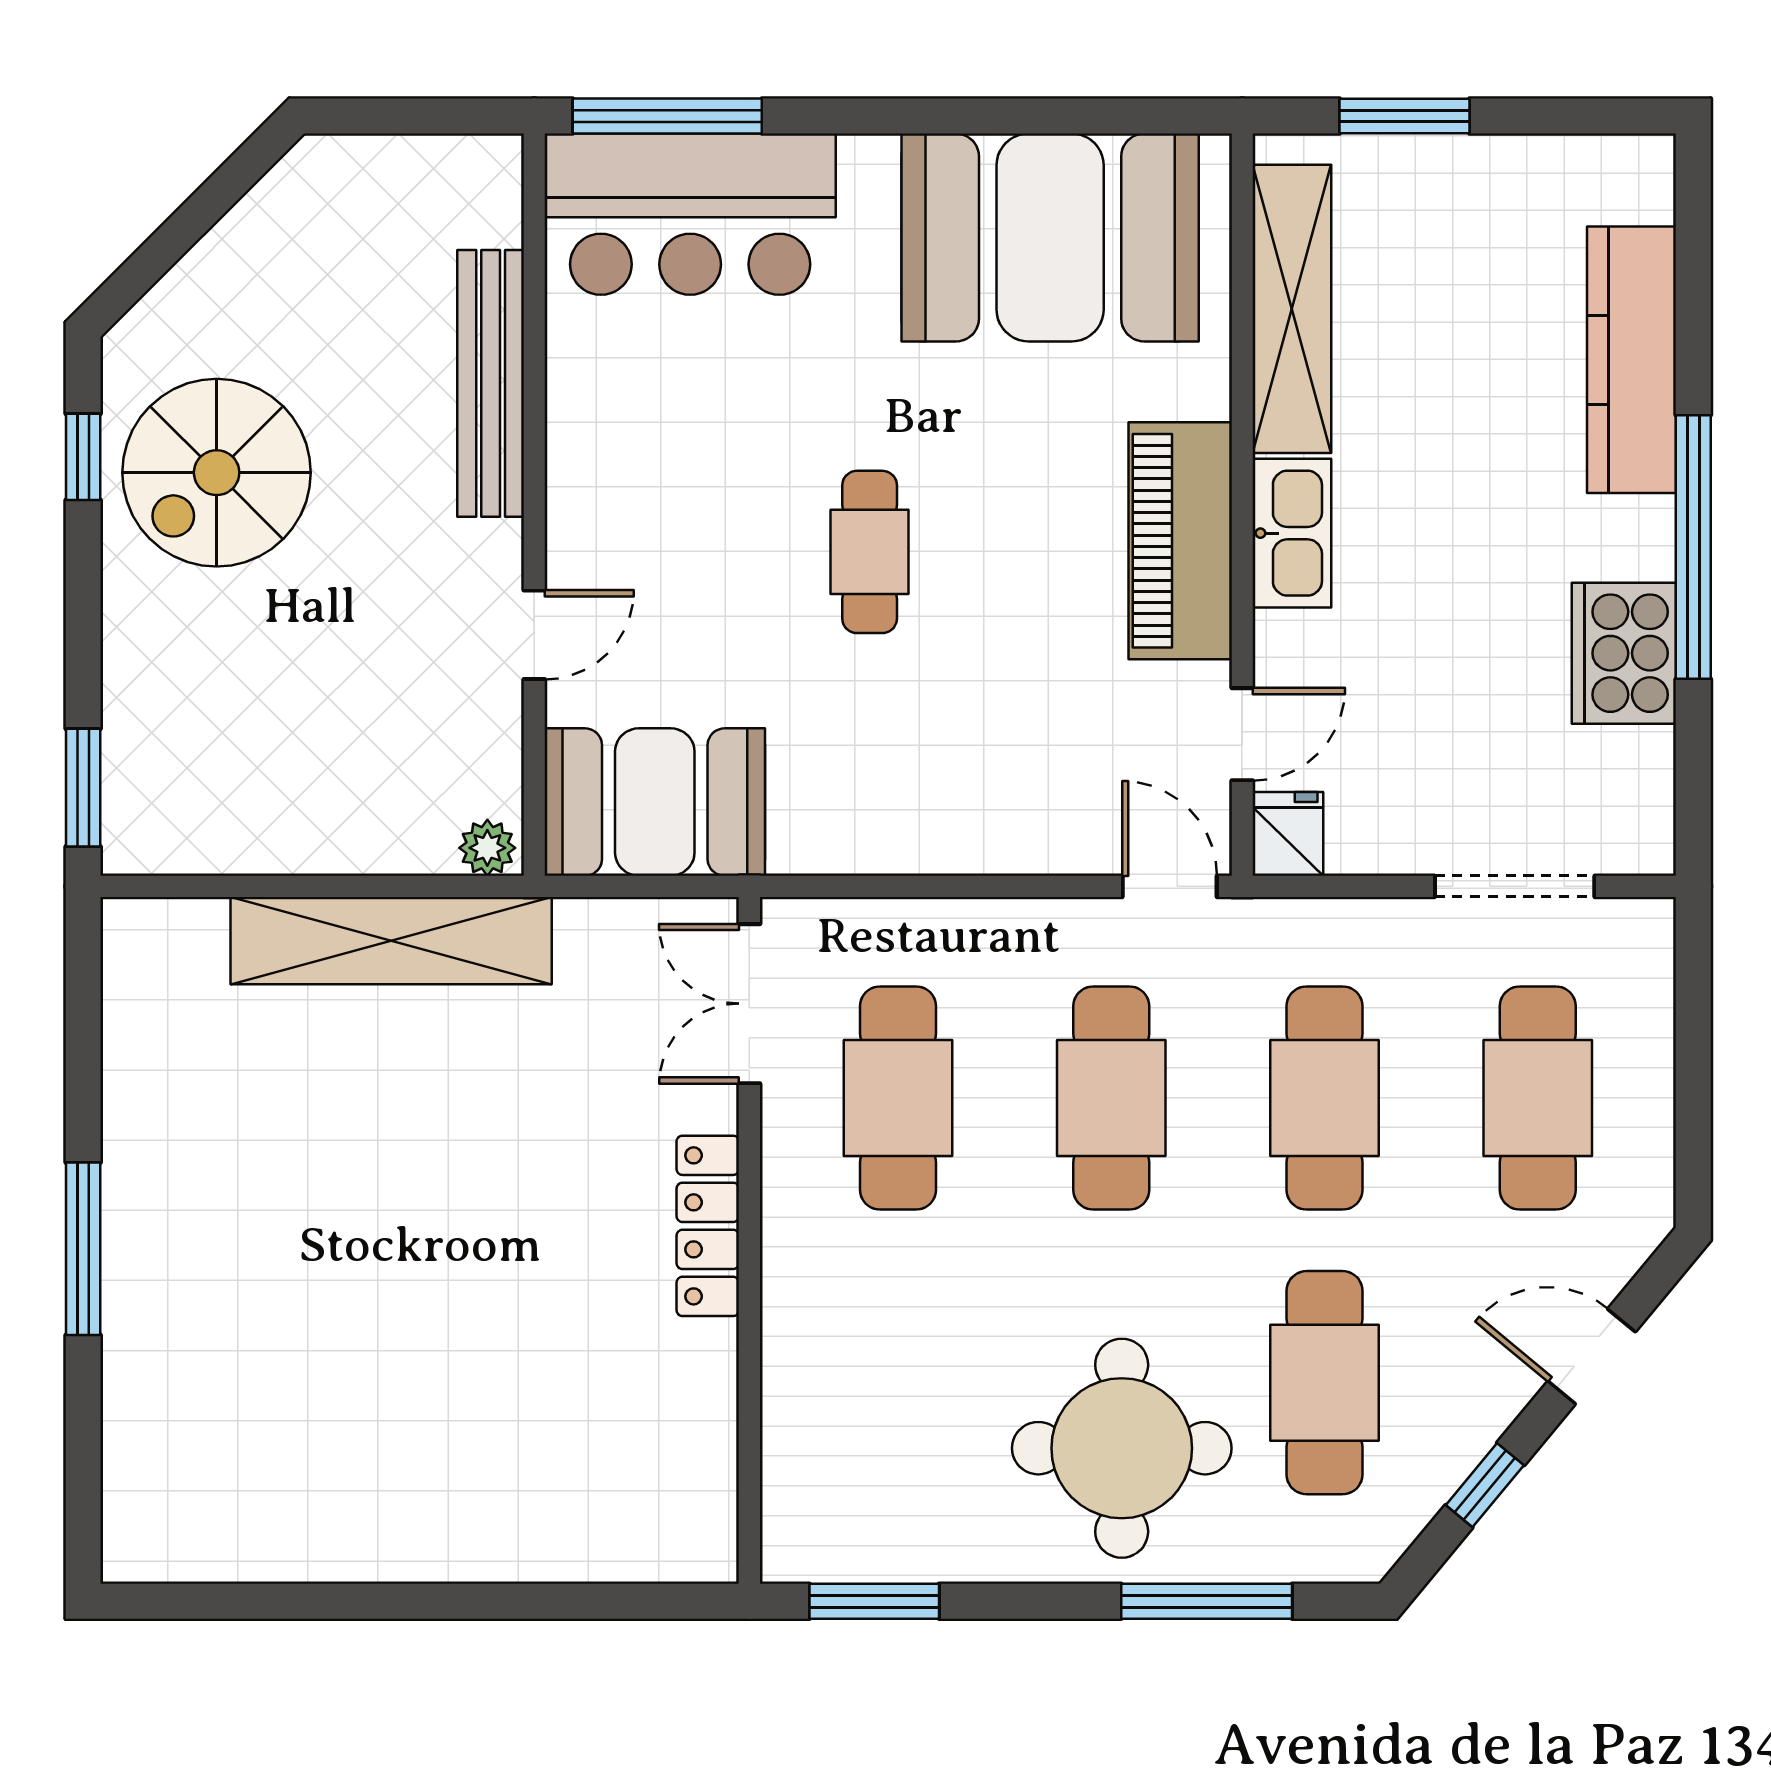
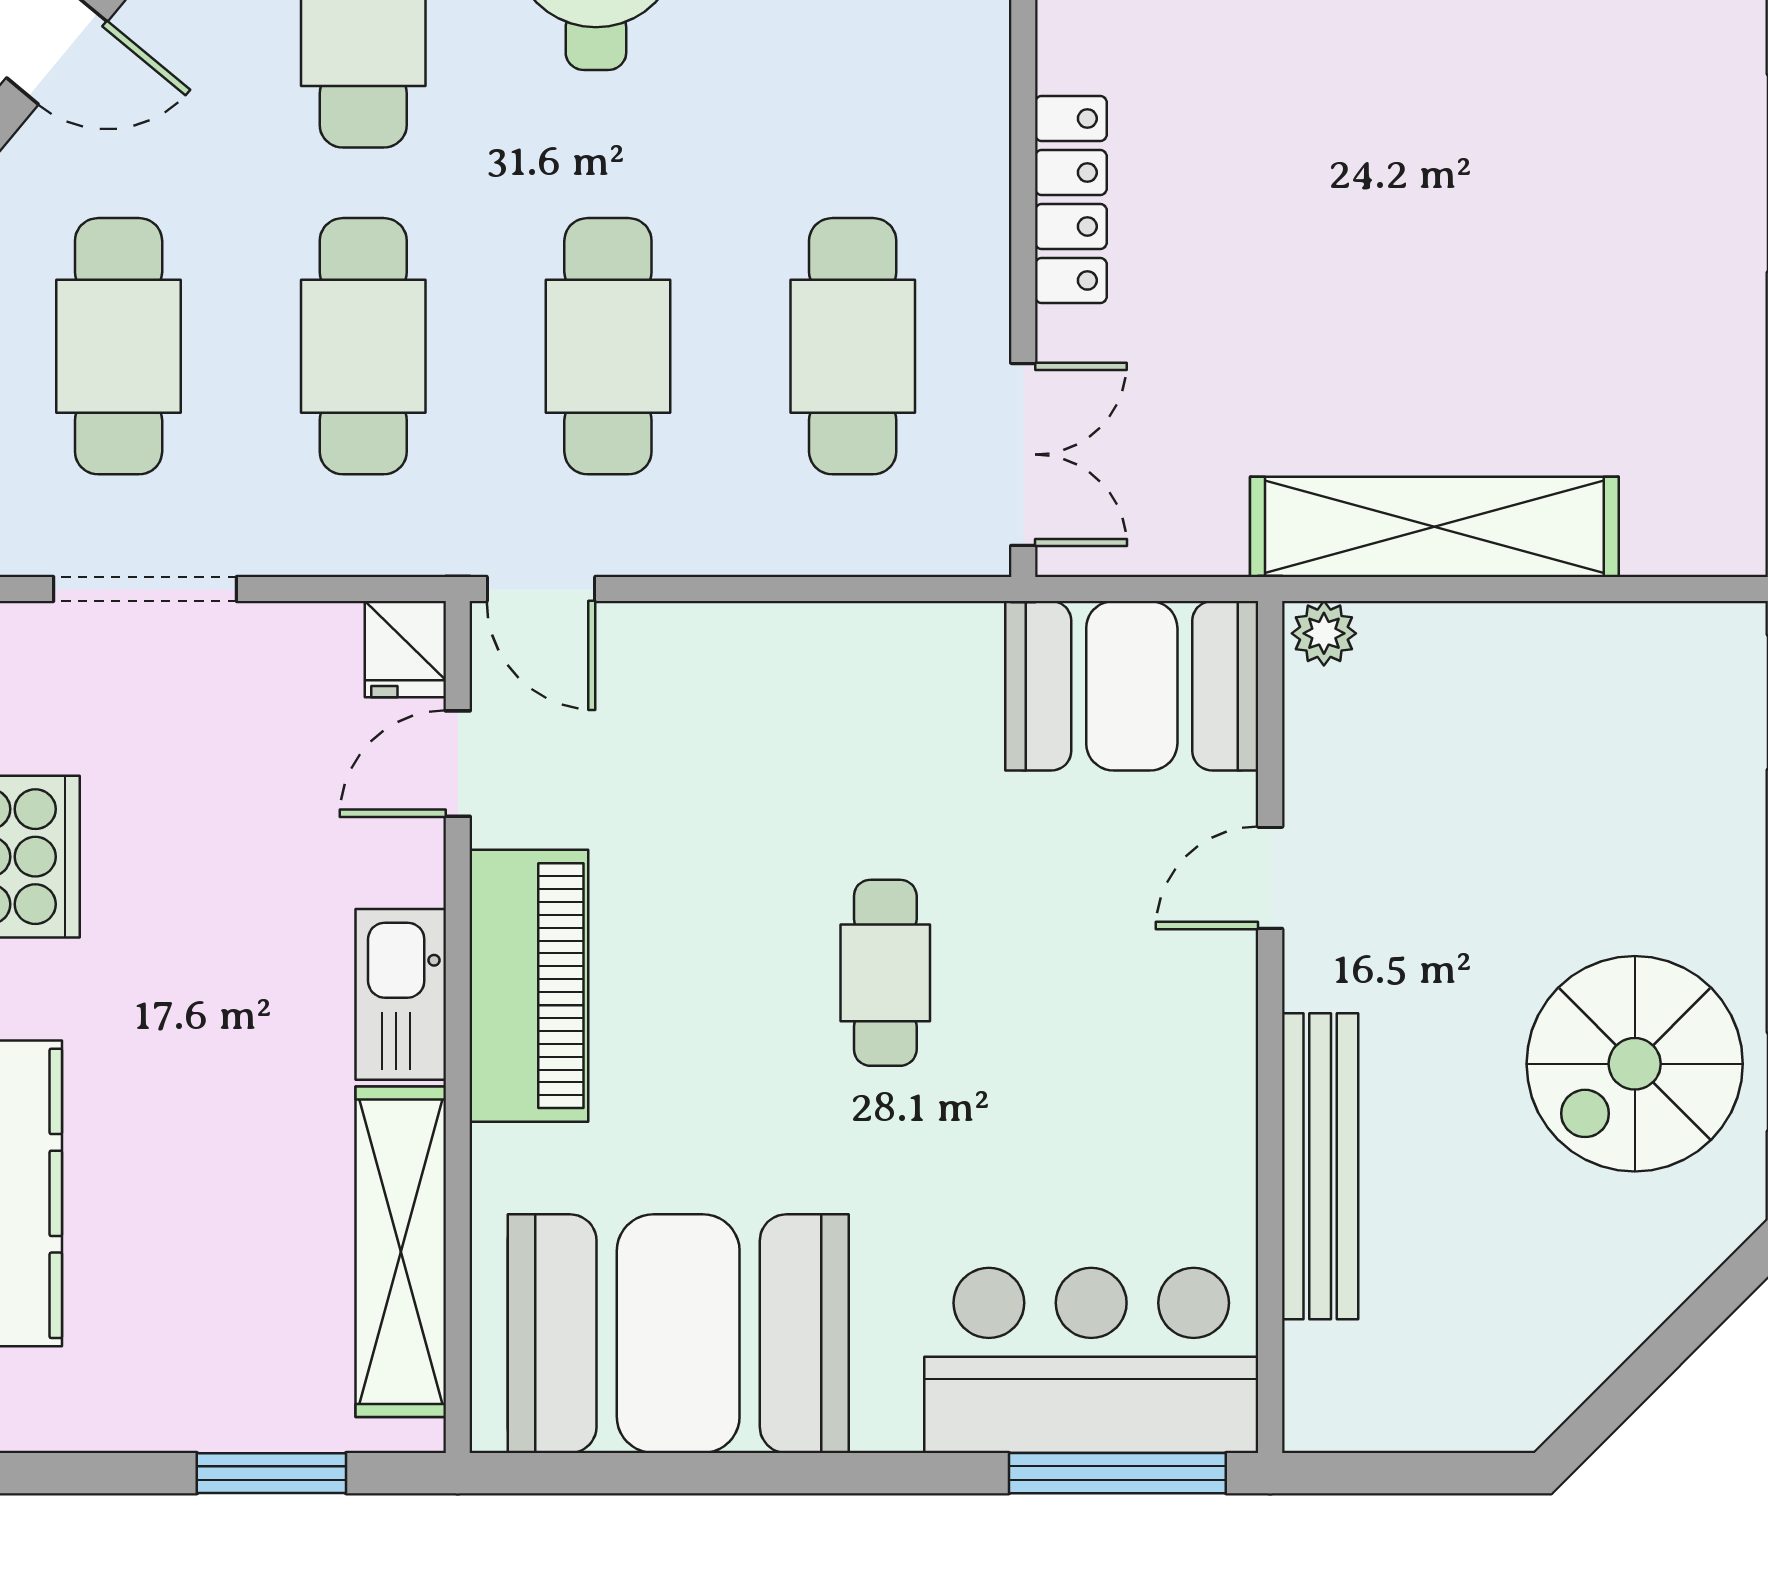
spiral stairs: (217, 473) -> (1635, 1064), turned 180

